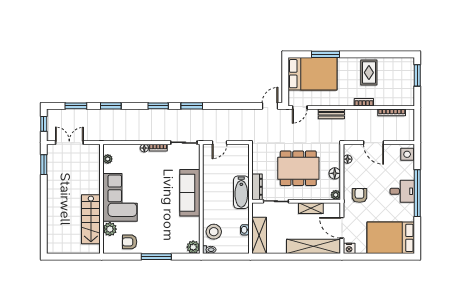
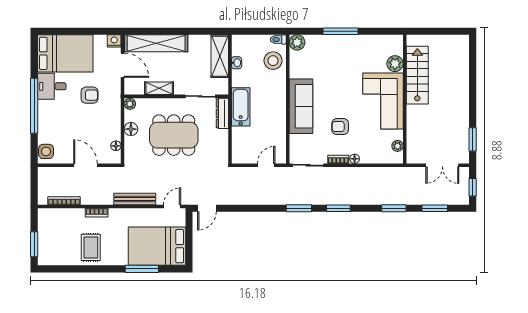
bench: (331, 114) -> (135, 199), width x1.36
desk: (402, 191) -> (52, 86), moved
armchair: (359, 195) -> (90, 95), moved, turned -90
armchair: (130, 242) -> (340, 127), moved, turned 180

